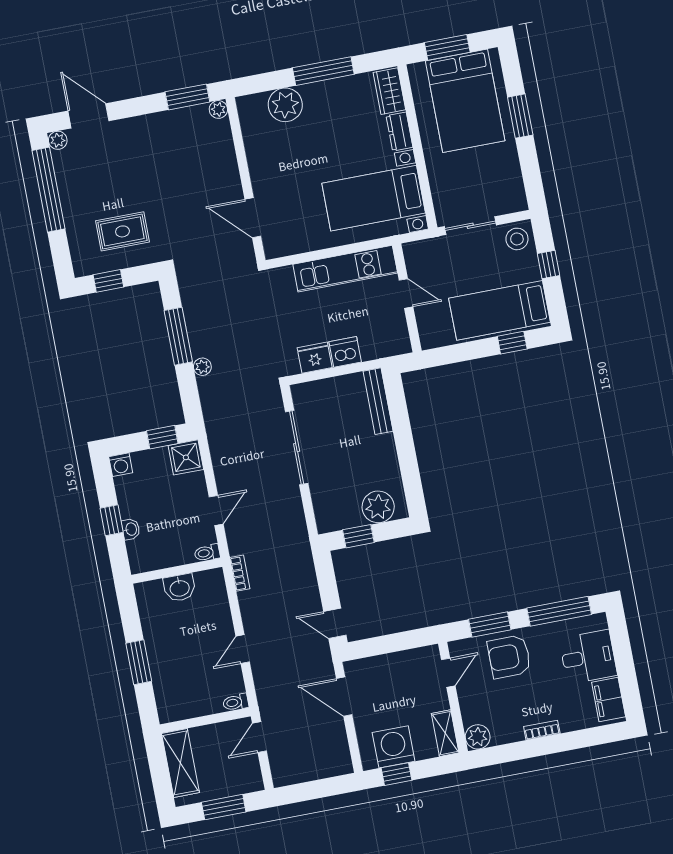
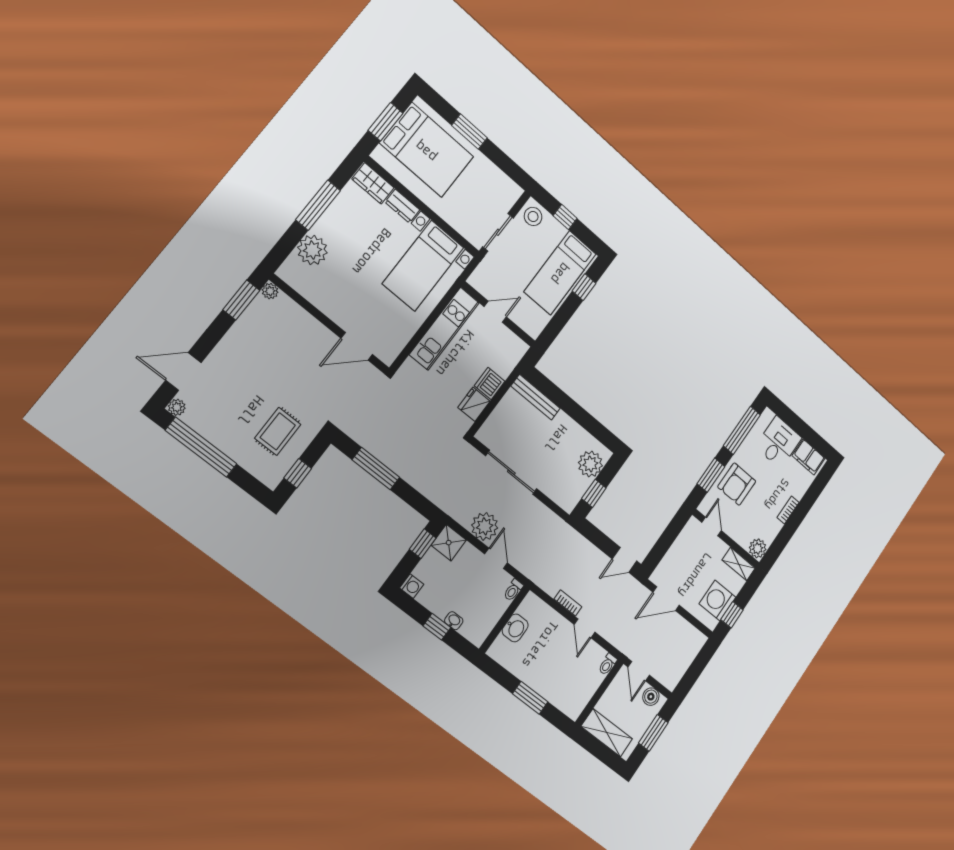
plant: (202, 367) -> (485, 526), moved, width x1.87, depth x1.87
bookcase: (240, 573) -> (568, 603), moved
boiler: (250, 772) -> (651, 697), added

